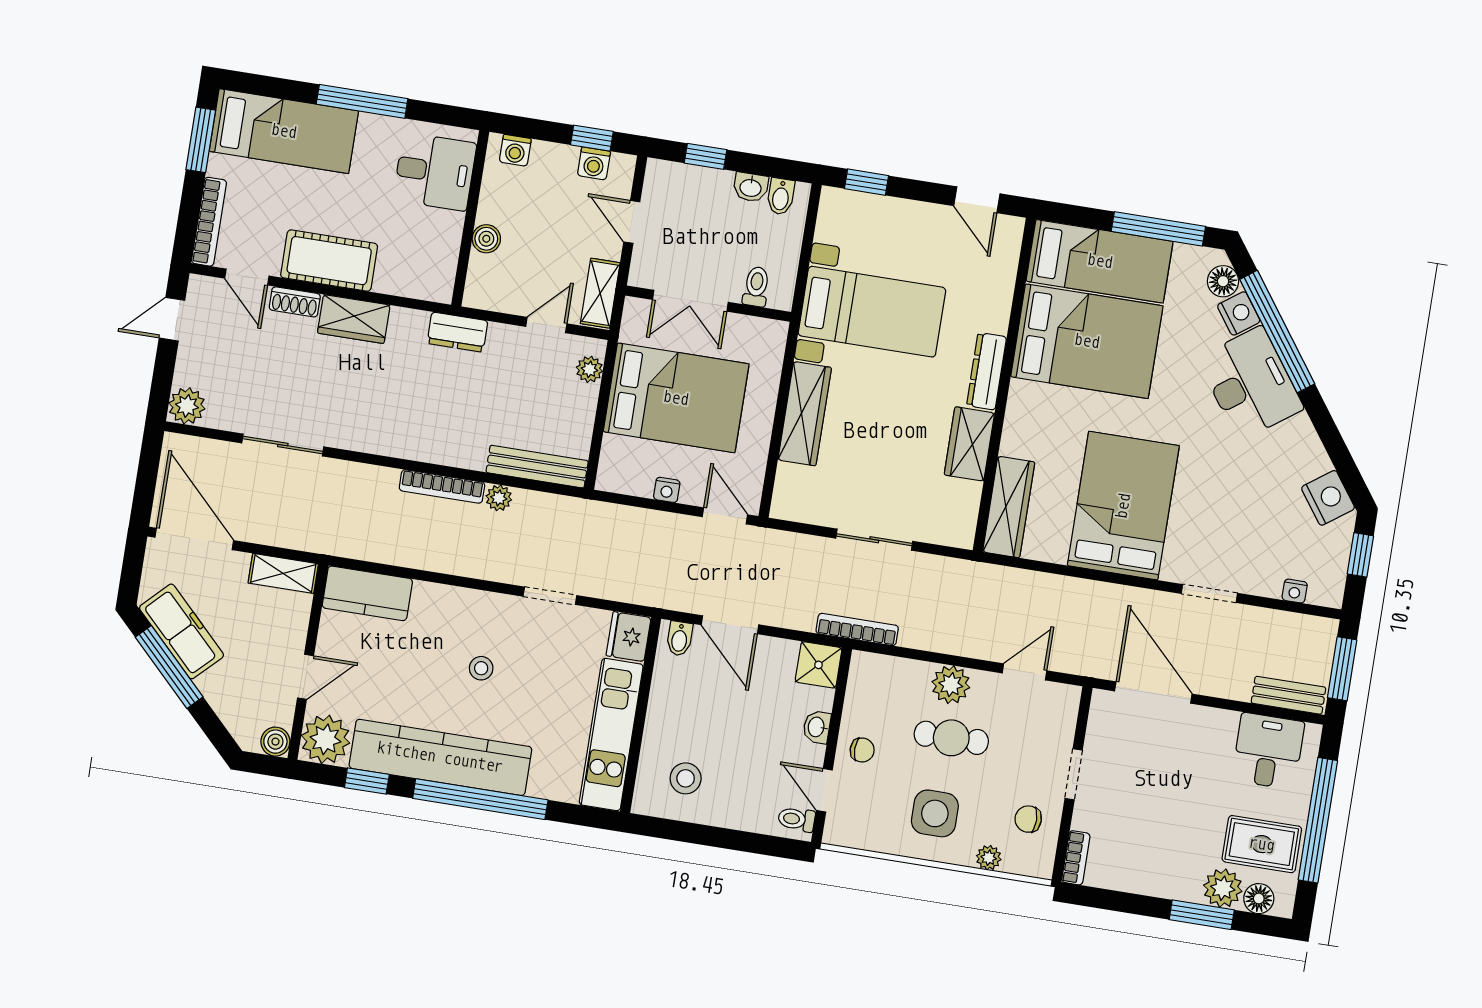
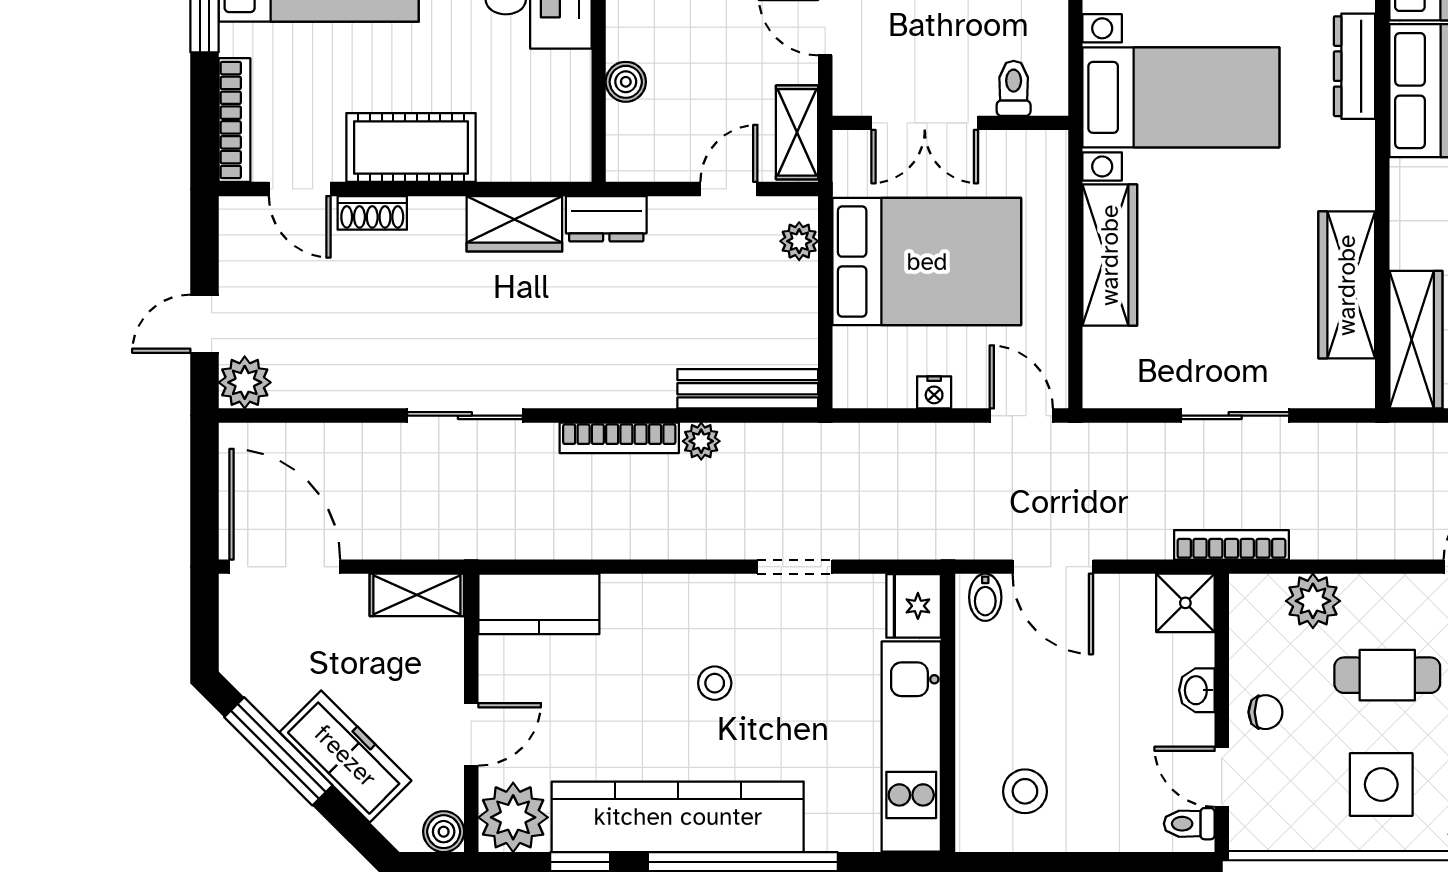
door: (172, 319) -> (205, 324), moved
wardrobe: (354, 319) -> (514, 224), moved
dresser: (987, 371) -> (1355, 66), moved
wardrobe: (969, 444) -> (1347, 285), width x1.50
sliding door: (283, 445) -> (465, 416), moved
freezer: (182, 631) -> (345, 756), moved
plant: (951, 685) -> (1313, 601), moved

